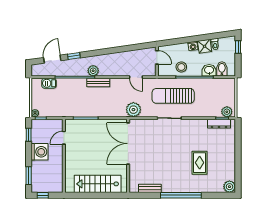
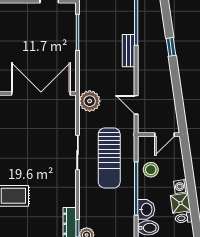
window: (74, 56) -> (171, 47), moved
plant: (93, 71) -> (145, 43), removed
door: (136, 77) -> (136, 105), hinge flipped
sun lounger: (173, 96) -> (109, 158), turned 180

